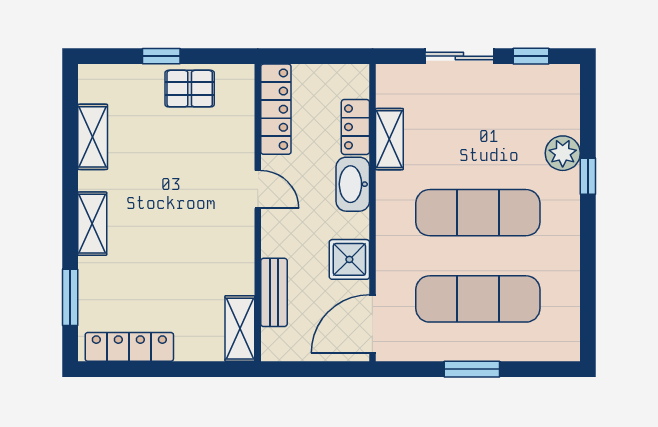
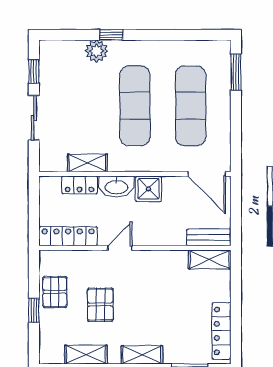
pallet: (170, 159) -> (100, 305), added
shower: (349, 259) -> (148, 189), moved
bench: (274, 292) -> (209, 237), moved
window: (472, 369) -> (236, 72), moved

